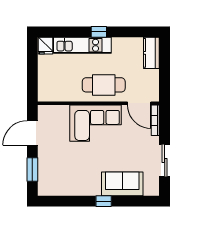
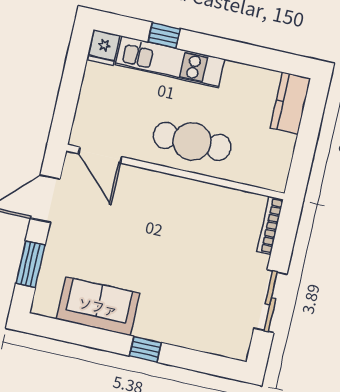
window: (99, 32) -> (164, 35), moved
door: (139, 103) -> (100, 155), moved
corner sofa: (95, 123) -> (162, 206), removed
sofa: (122, 184) -> (98, 306), moved

